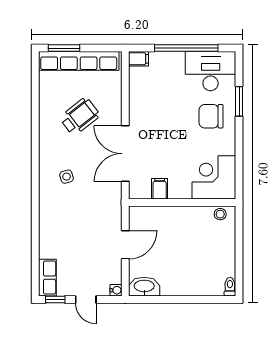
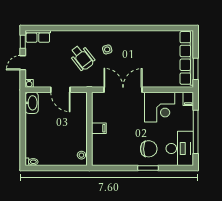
window: (64, 48) -> (196, 69), moved
window: (239, 101) -> (148, 168), moved
wheelchair: (80, 116) -> (82, 58), moved
chair: (211, 116) -> (149, 149), turned 90
corner desk: (214, 177) -> (160, 107), moved, turned 90
filing cabinet: (160, 189) -> (99, 128), moved

